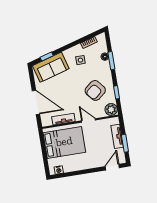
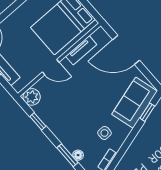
armchair: (95, 90) -> (65, 108), removed

